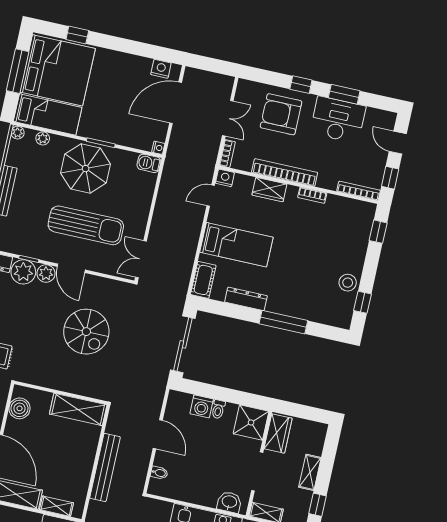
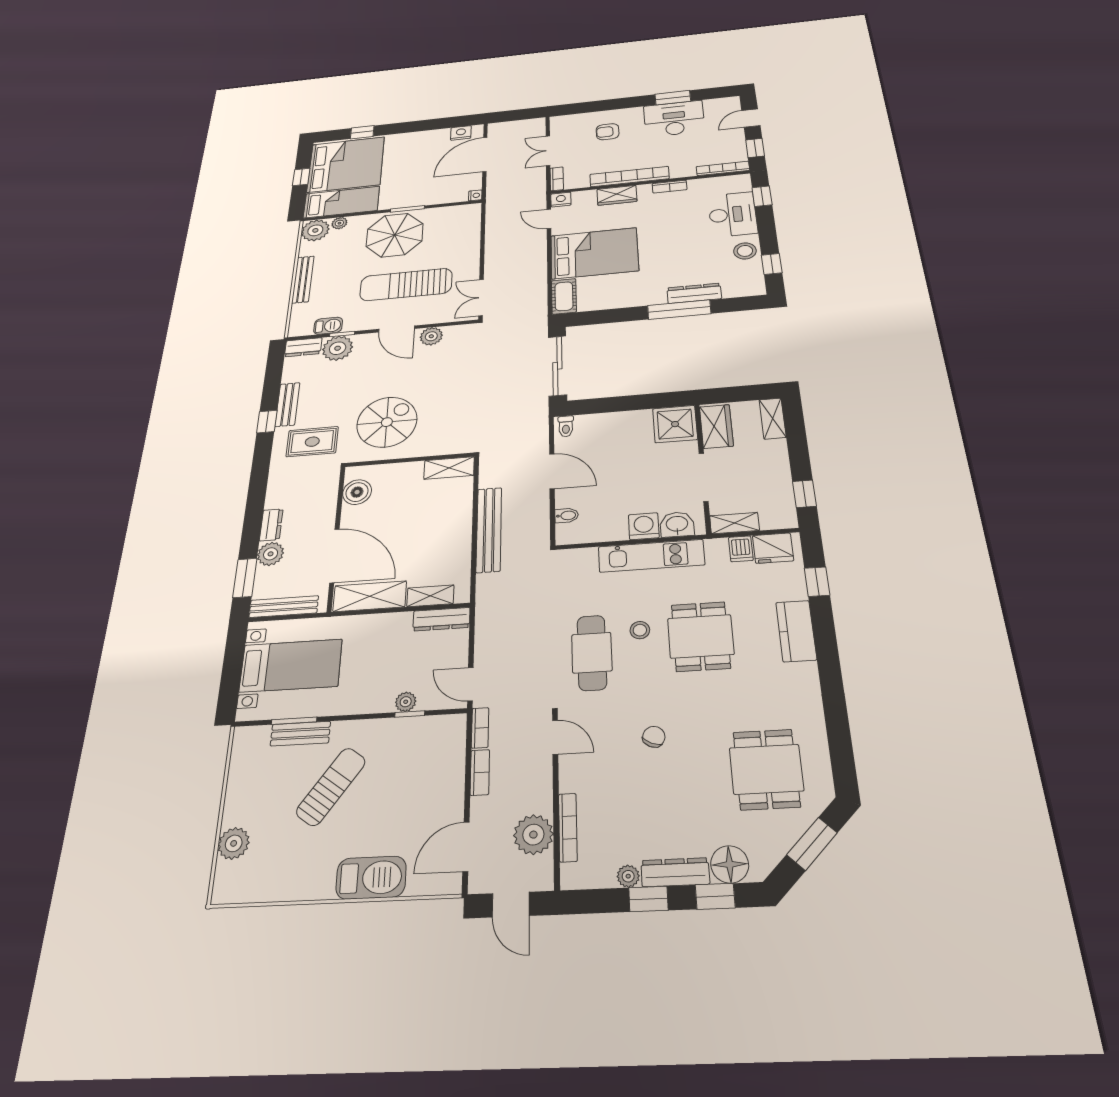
window: (18, 71) -> (301, 177), width x0.46
window: (301, 85) -> (621, 103), removed
armchair: (281, 114) -> (608, 132), width x0.53, depth x0.53
double door: (228, 118) -> (548, 151), swing flipped
plant: (17, 133) -> (315, 230), width x1.88, depth x1.88
door: (398, 143) -> (751, 118), hinge flipped
barbecue: (149, 163) -> (328, 326), moved, turned 180
door: (211, 196) -> (549, 219), hinge flipped
sun lounger: (86, 225) -> (406, 285), turned 180
desk: (350, 242) -> (733, 214), added
bed: (236, 245) -> (594, 253), width x1.50
plant: (46, 273) -> (431, 336), moved
dresser: (246, 299) -> (694, 293), moved
spiral stairs: (86, 332) -> (387, 422), moved, turned -90
washing machine: (202, 406) -> (644, 526), moved, turned 180
shelving: (78, 409) -> (449, 468), width x0.67, depth x0.75
toilet: (218, 409) -> (566, 426), moved
shelving: (310, 472) -> (773, 418), moved

